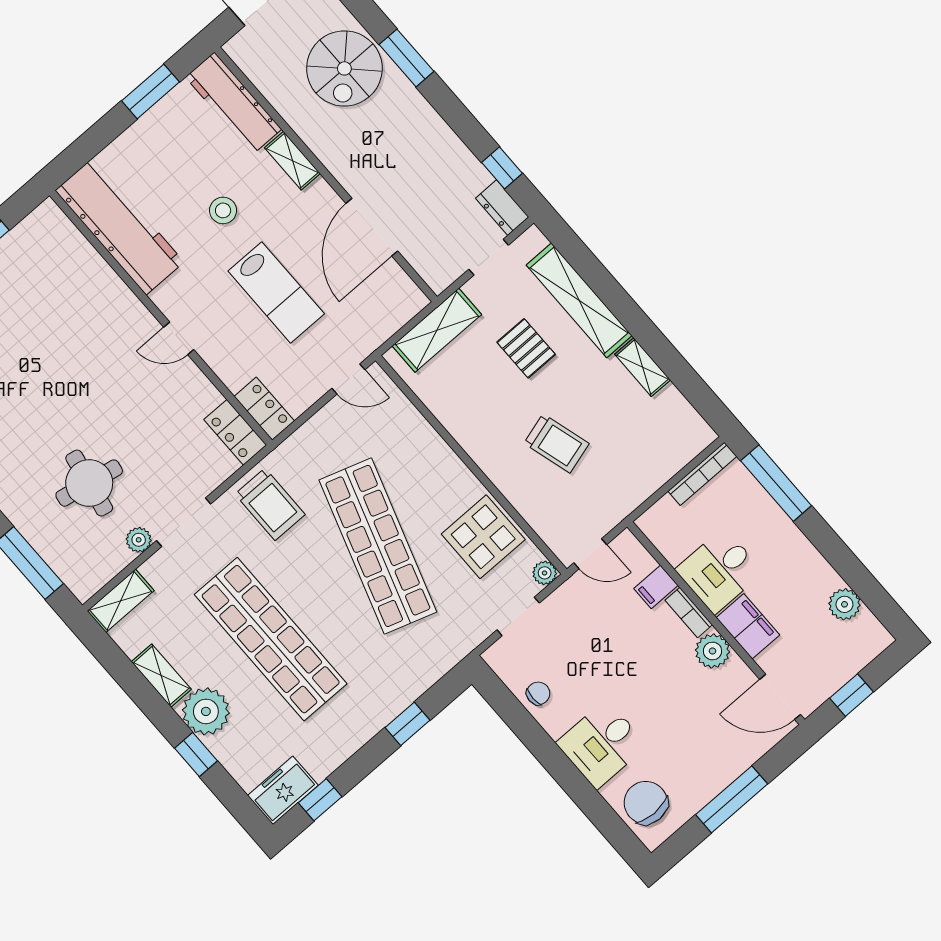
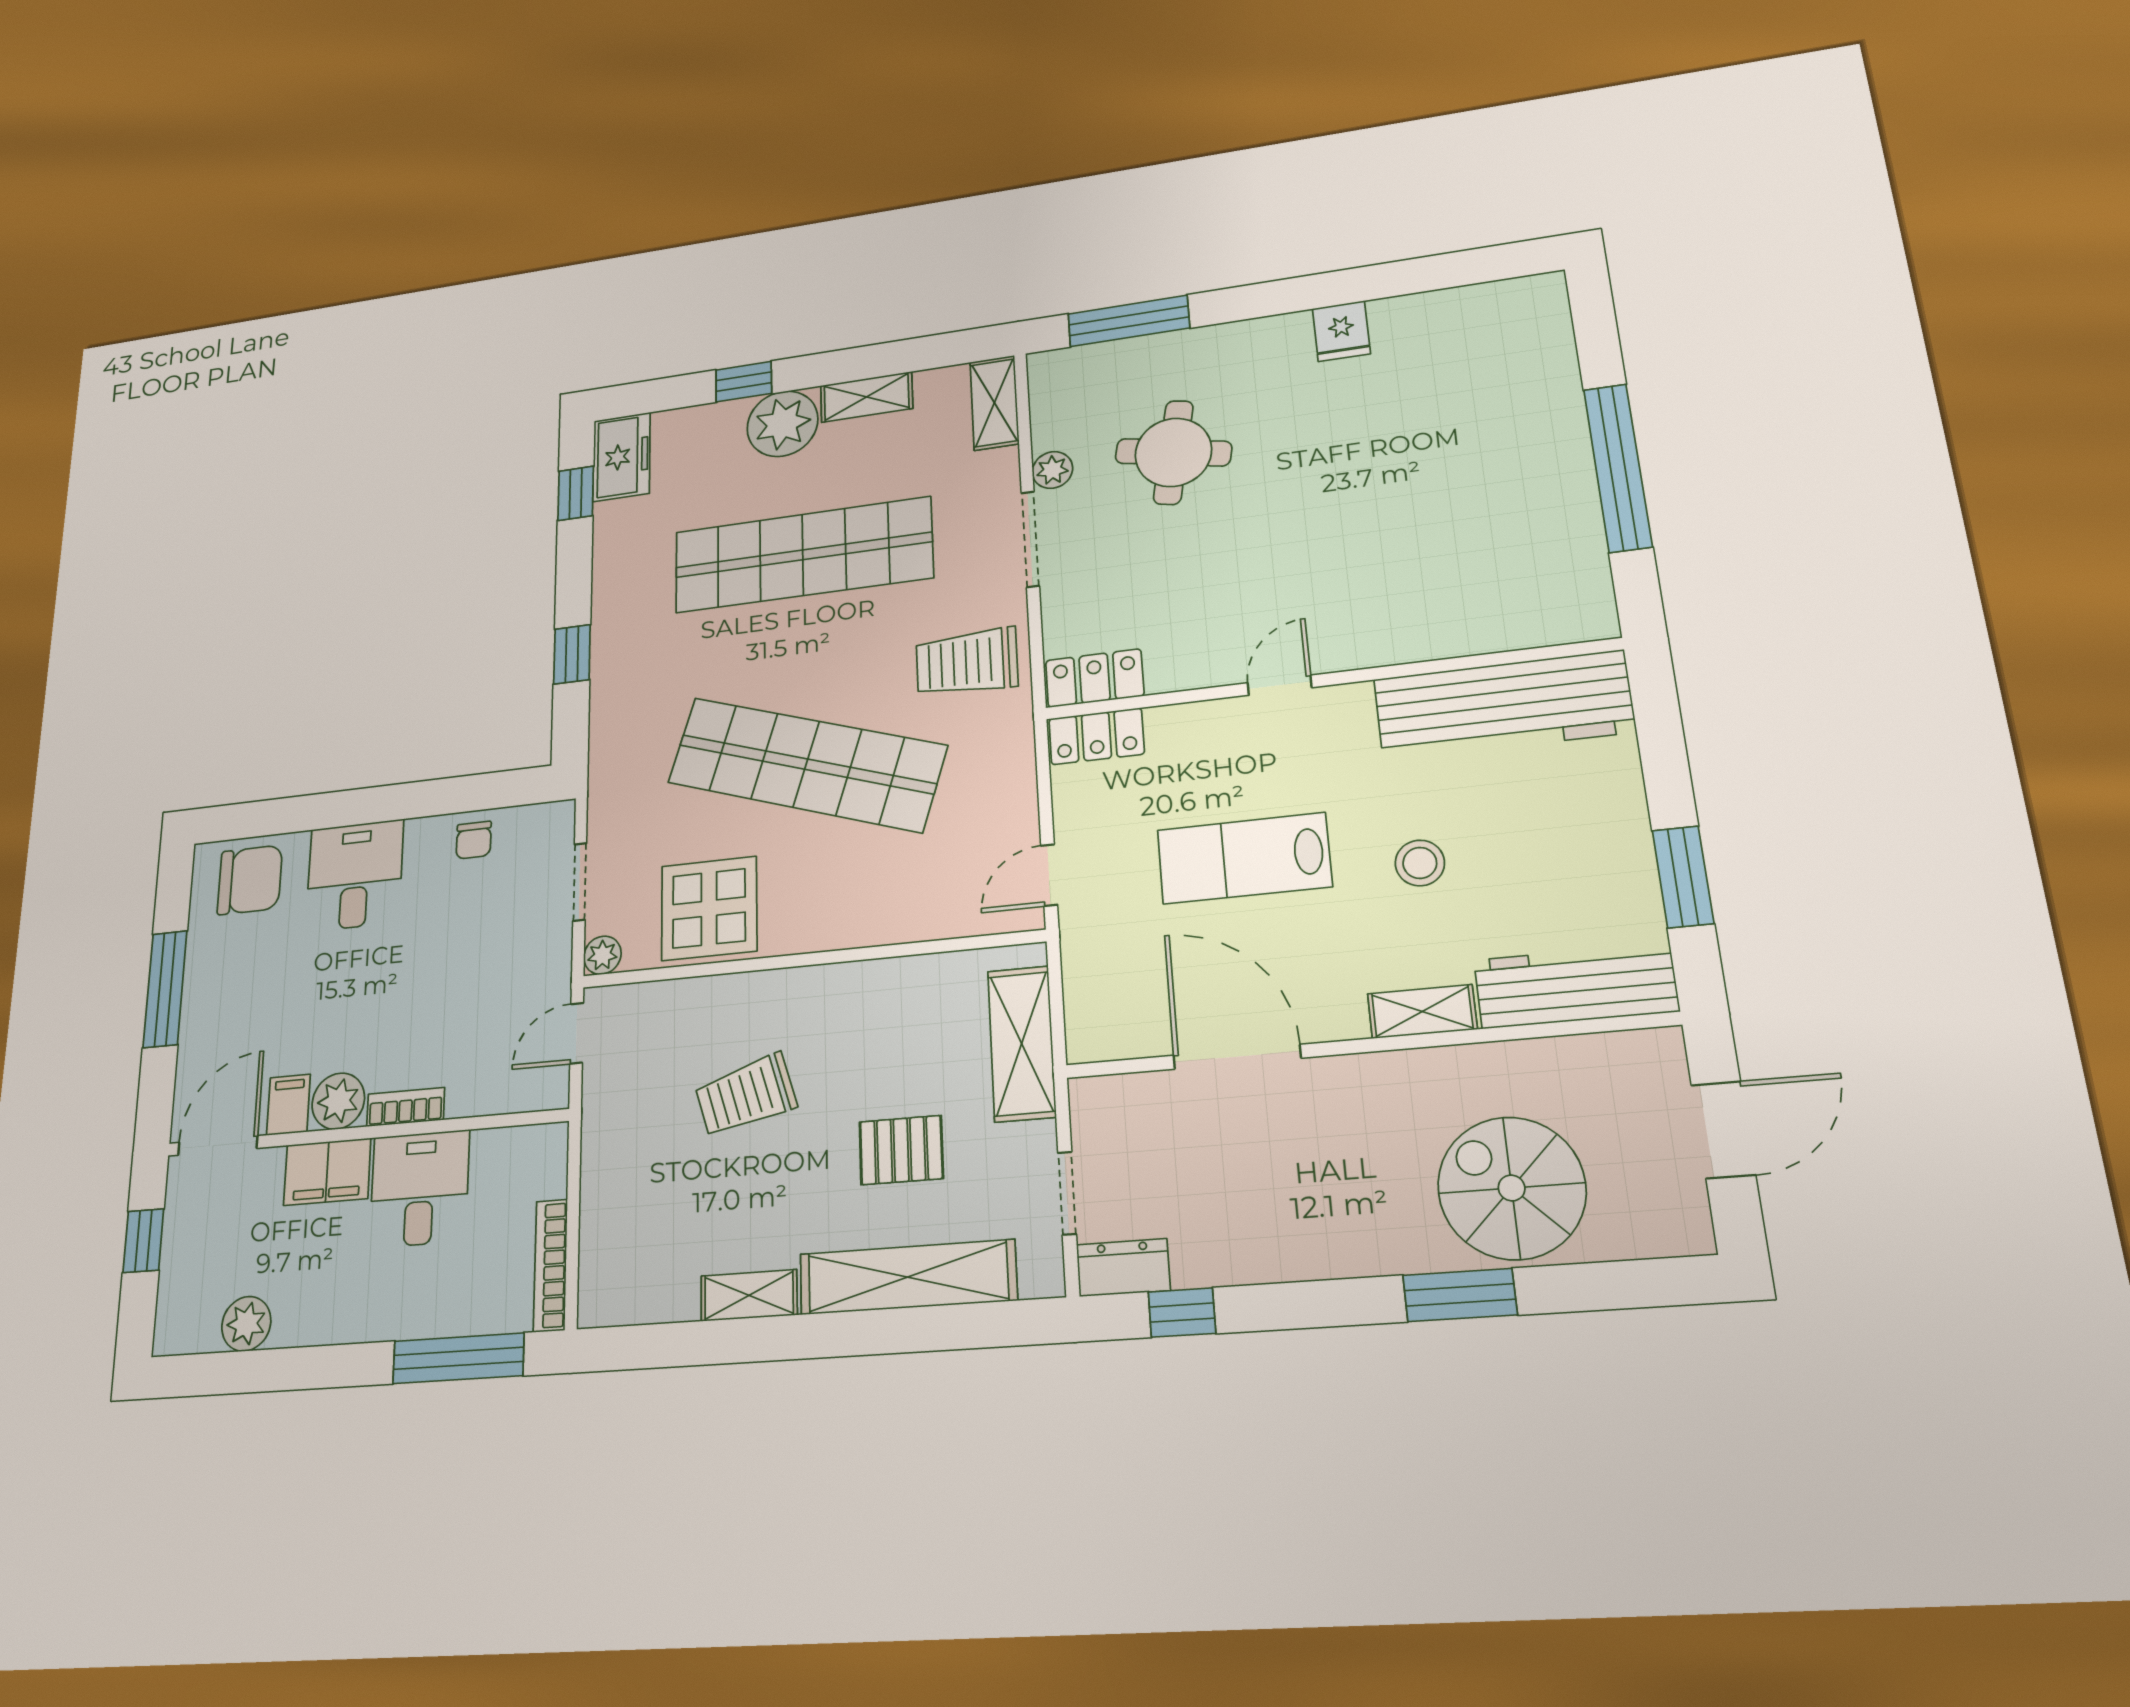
filing cabinet: (656, 587) -> (289, 1105), moved

